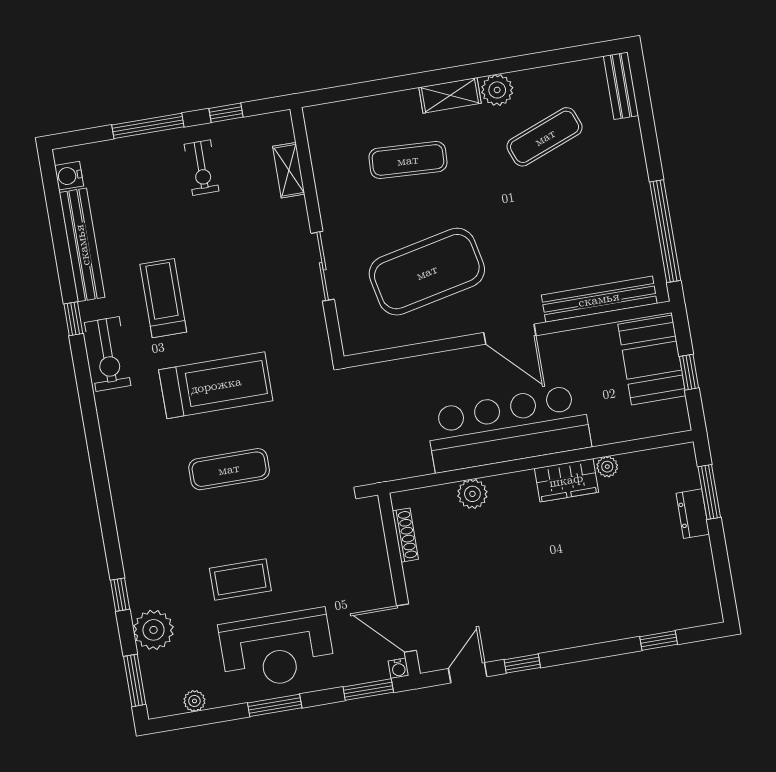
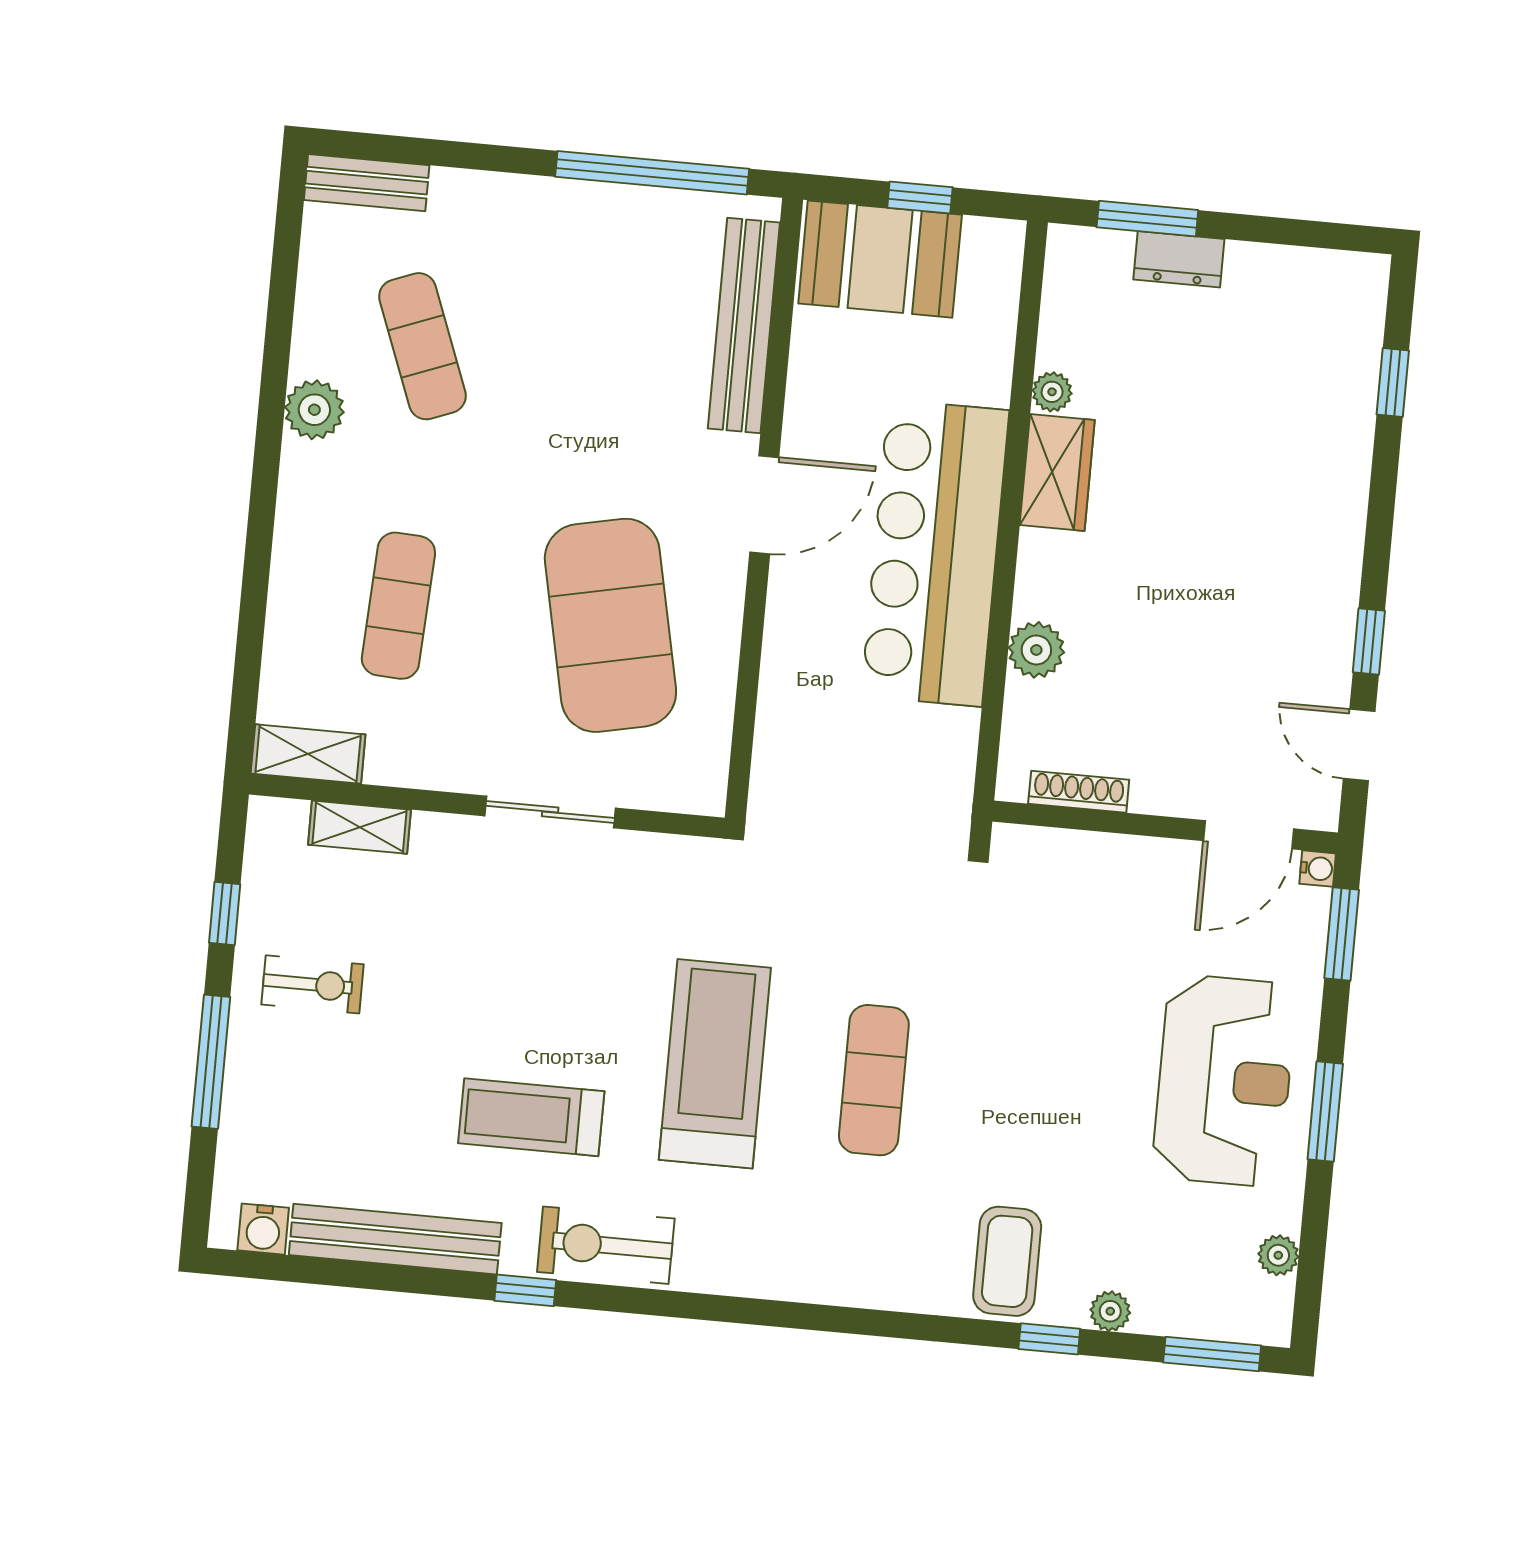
shelving: (450, 95) -> (308, 754), moved, turned 90
exercise bike: (108, 354) -> (606, 1245), turned 180
coffee table: (240, 580) -> (1007, 1261), moved
plant: (153, 630) -> (1110, 1311), width x0.53, depth x0.53

